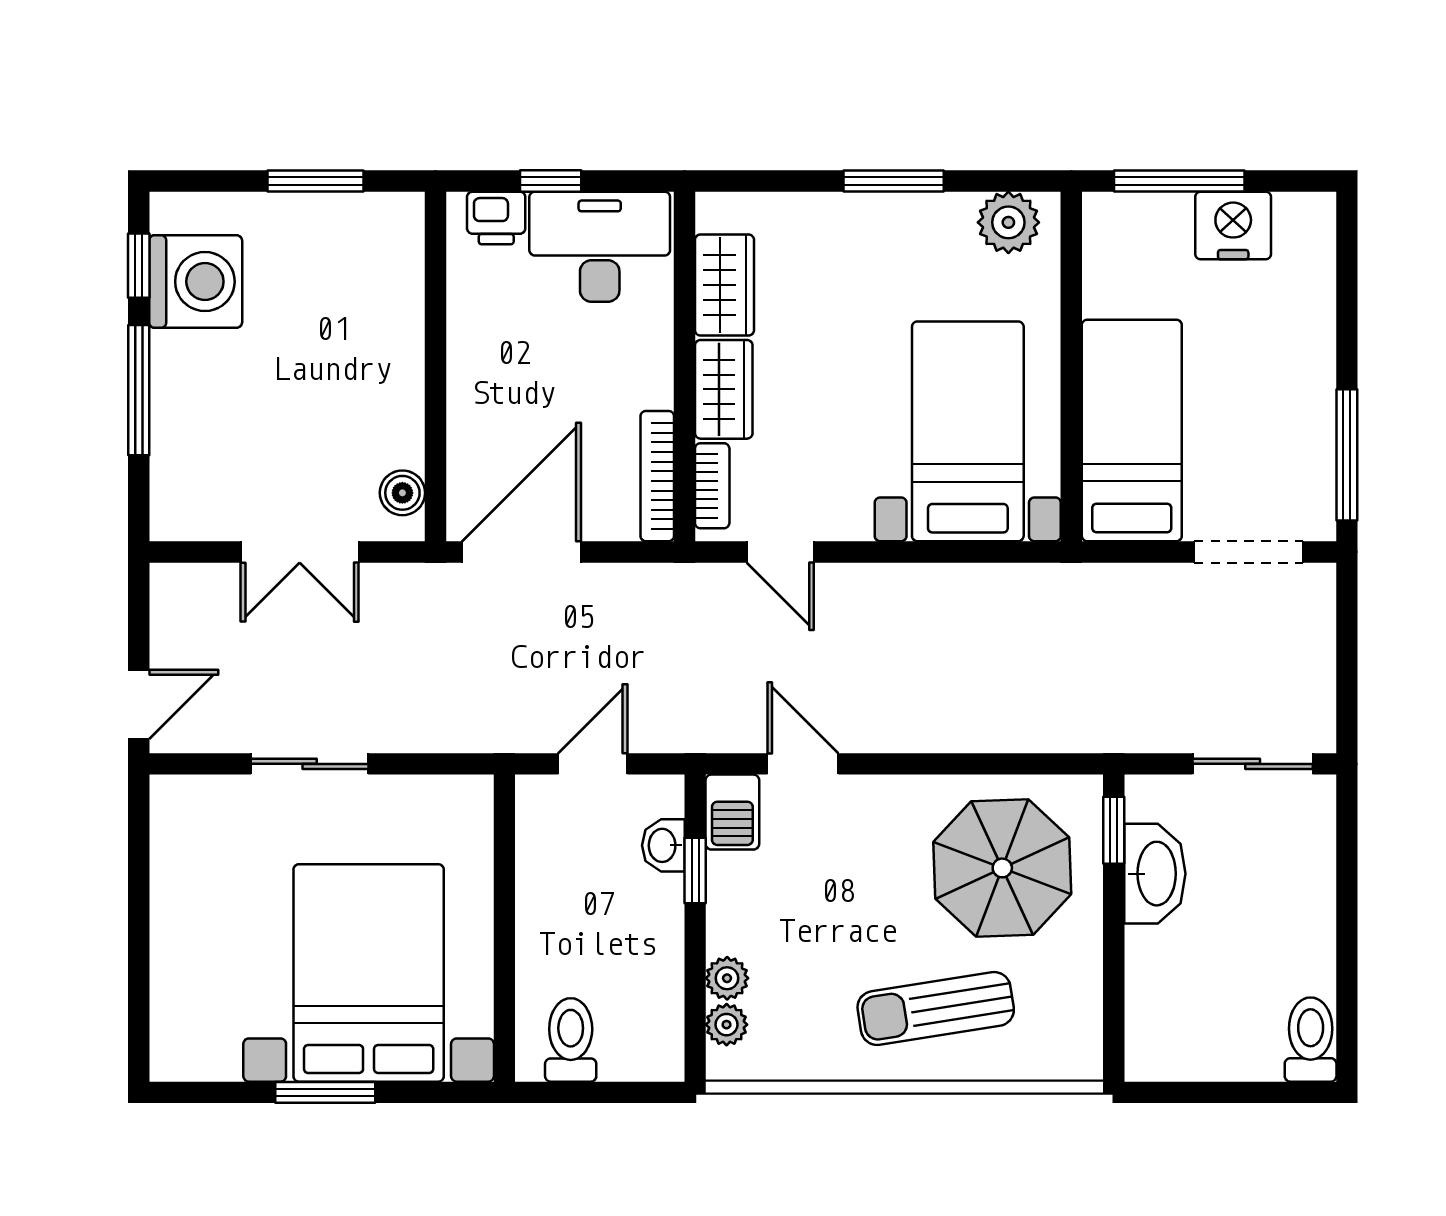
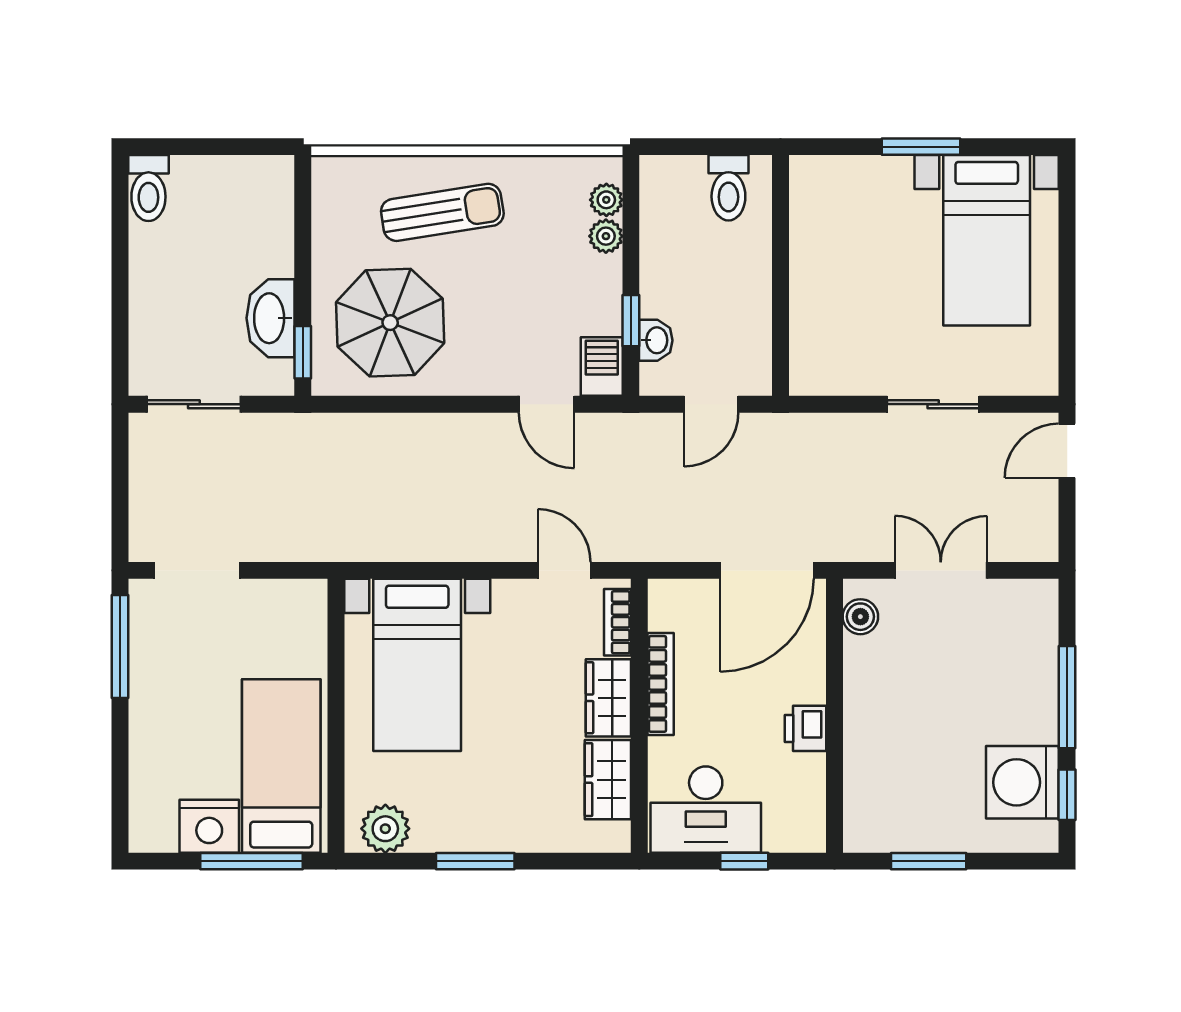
printer: (496, 218) -> (805, 728), moved, turned -90
bed: (1132, 430) -> (281, 766), moved, turned 180
bookcase: (657, 476) -> (661, 684), moved
bed with nightstands: (369, 973) -> (987, 240), moved, width x0.73

